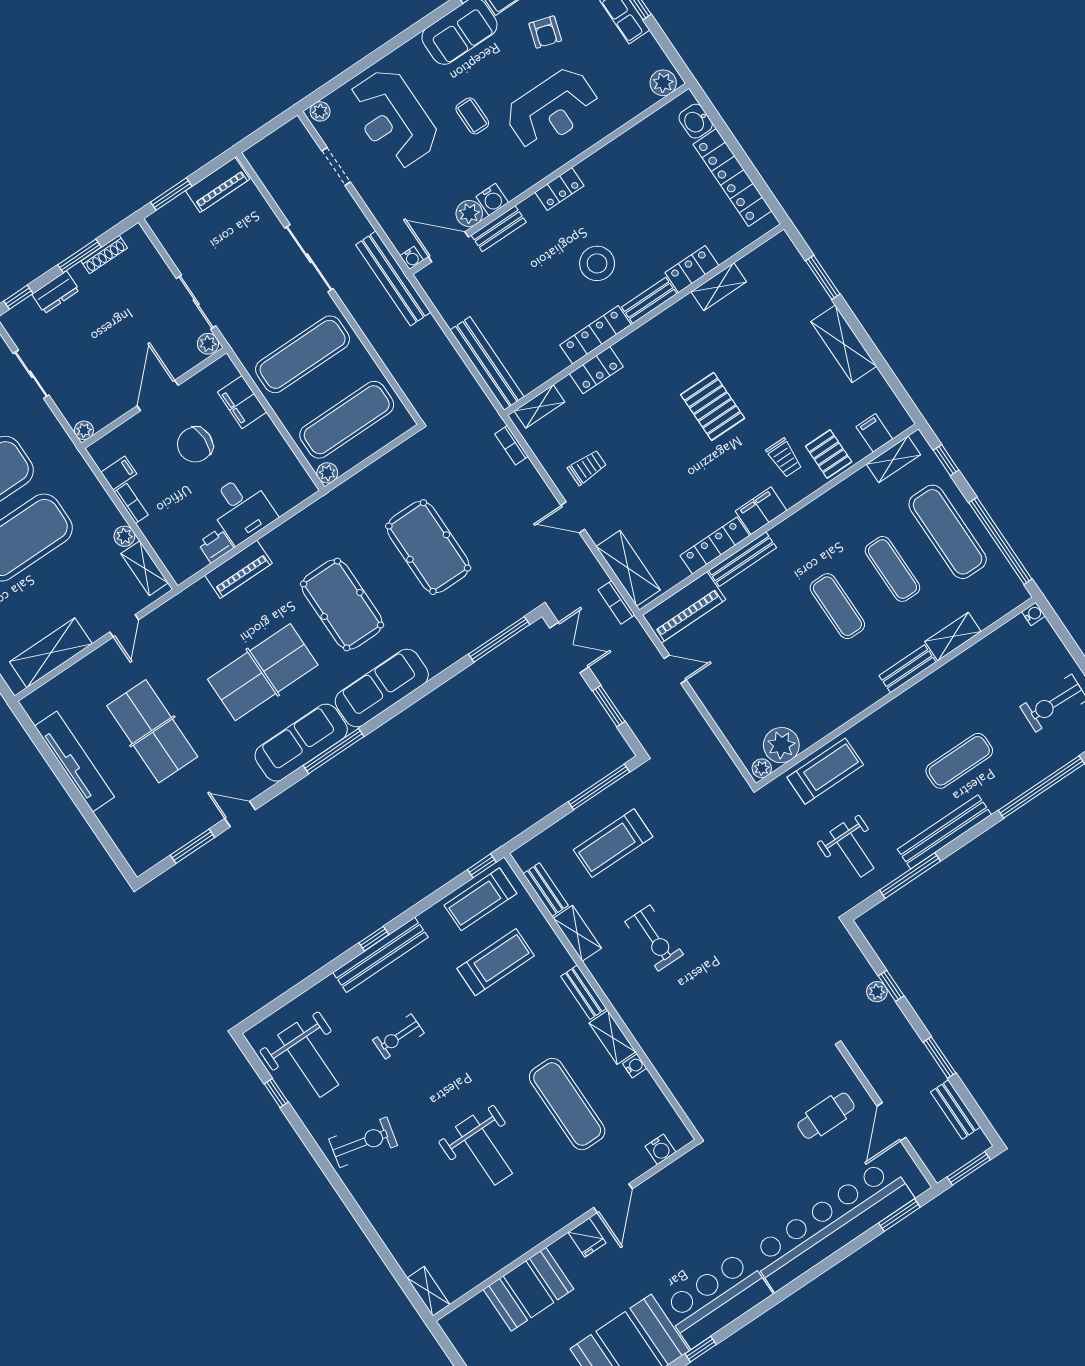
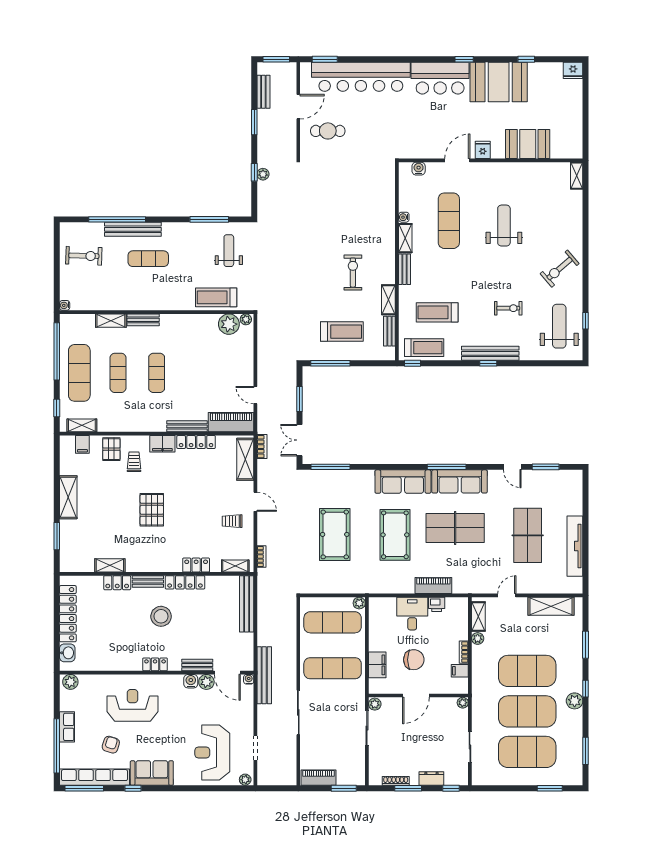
coffee table: (472, 116) -> (173, 728), removed
reception desk: (393, 119) -> (212, 752), turned 180
bench: (944, 832) -> (133, 229), moved
exercise bike: (363, 1142) -> (560, 269), turned -54

